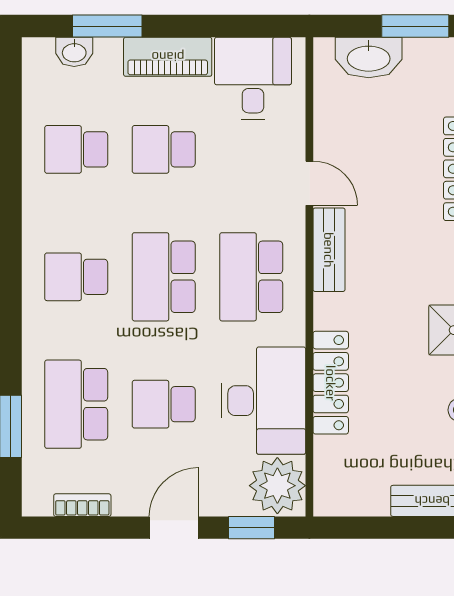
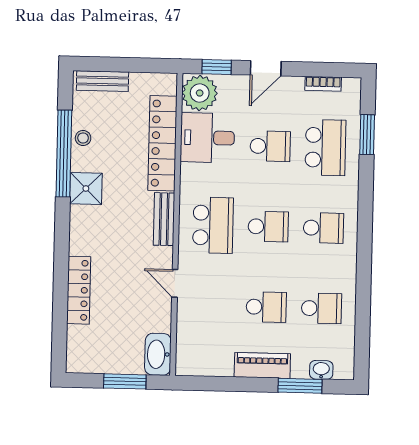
window: (415, 26) -> (125, 381), moved
washbasin: (369, 57) -> (158, 354), moved, turned -90
desk: (253, 78) -> (209, 350), removed
bench: (329, 250) -> (164, 219), moved
school desk: (164, 277) -> (268, 227), width x0.54
locker: (331, 383) -> (162, 143), width x1.41, depth x1.21
desk: (263, 401) -> (207, 138), width x0.73

